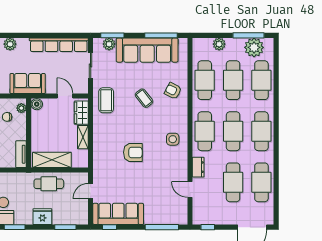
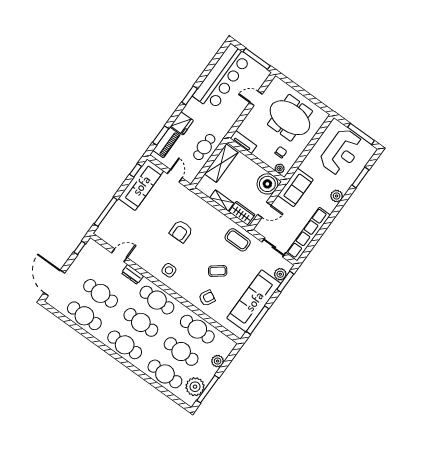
boiler: (37, 104) -> (267, 184), width x1.86, depth x1.86
piano: (68, 218) -> (167, 142), added

